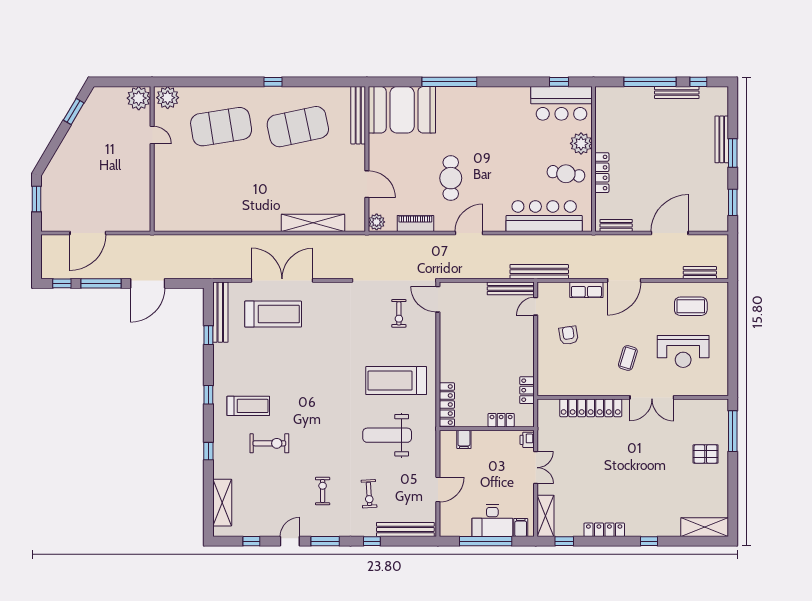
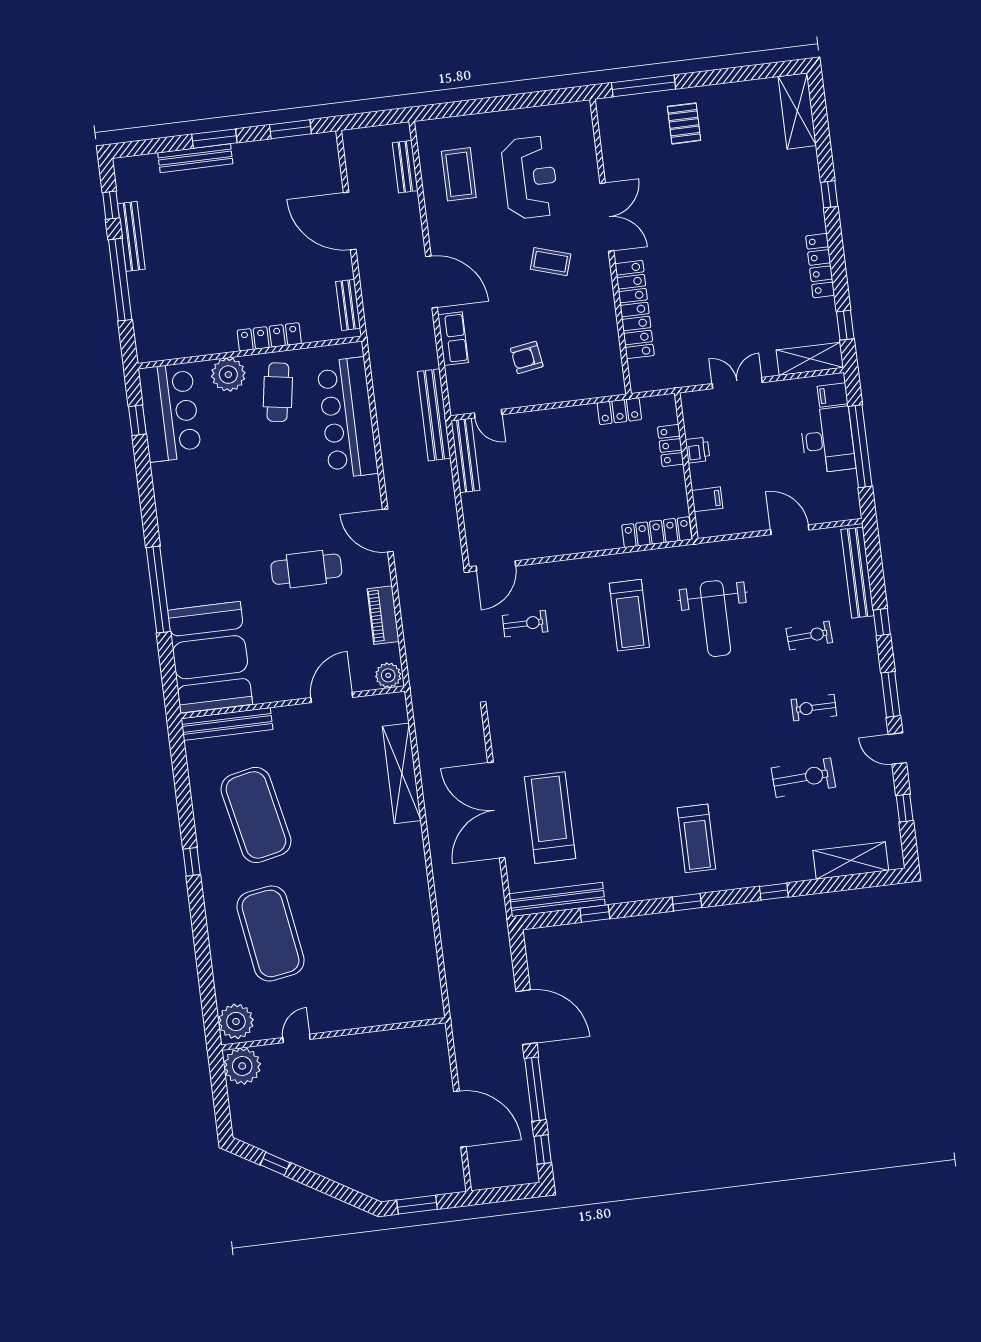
window: (74, 112) -> (275, 1164), width x0.67
treadmill: (396, 381) -> (629, 615), width x0.73, depth x0.73
treadmill: (248, 406) -> (696, 838), turned 180
printer: (527, 440) -> (698, 450), moved, turned -90
exercise bike: (269, 443) -> (803, 778), moved, turned 87

